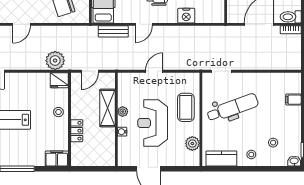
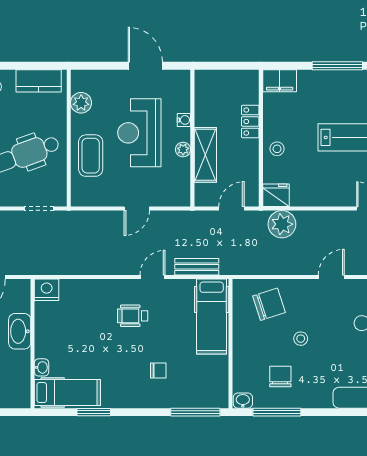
nightstand: (186, 16) -> (47, 290), moved
reception desk: (153, 123) -> (139, 133), turned 180

